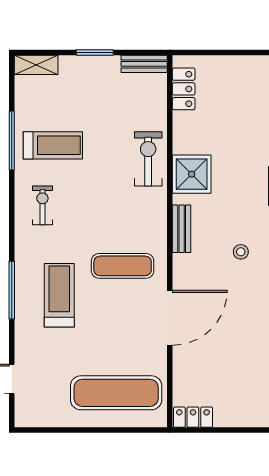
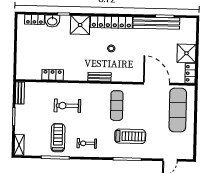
locker: (184, 89) -> (53, 75), moved
exercise bike: (148, 159) -> (67, 106), moved
shower: (192, 174) -> (186, 53), moved
treadmill: (59, 295) -> (130, 136), turned 180
door: (170, 318) -> (156, 84), moved

